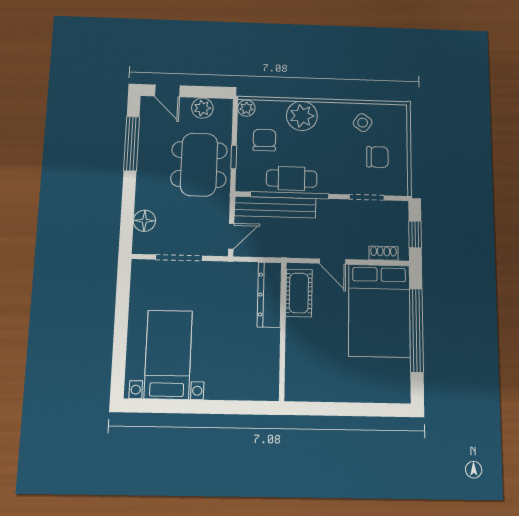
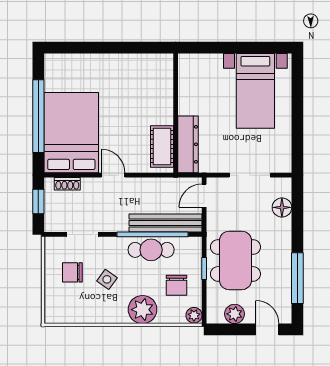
side table: (363, 123) -> (107, 279), moved
cot: (299, 293) -> (162, 146), moved
dresser: (269, 295) -> (188, 144), moved
wall: (283, 331) -> (176, 113), moved

